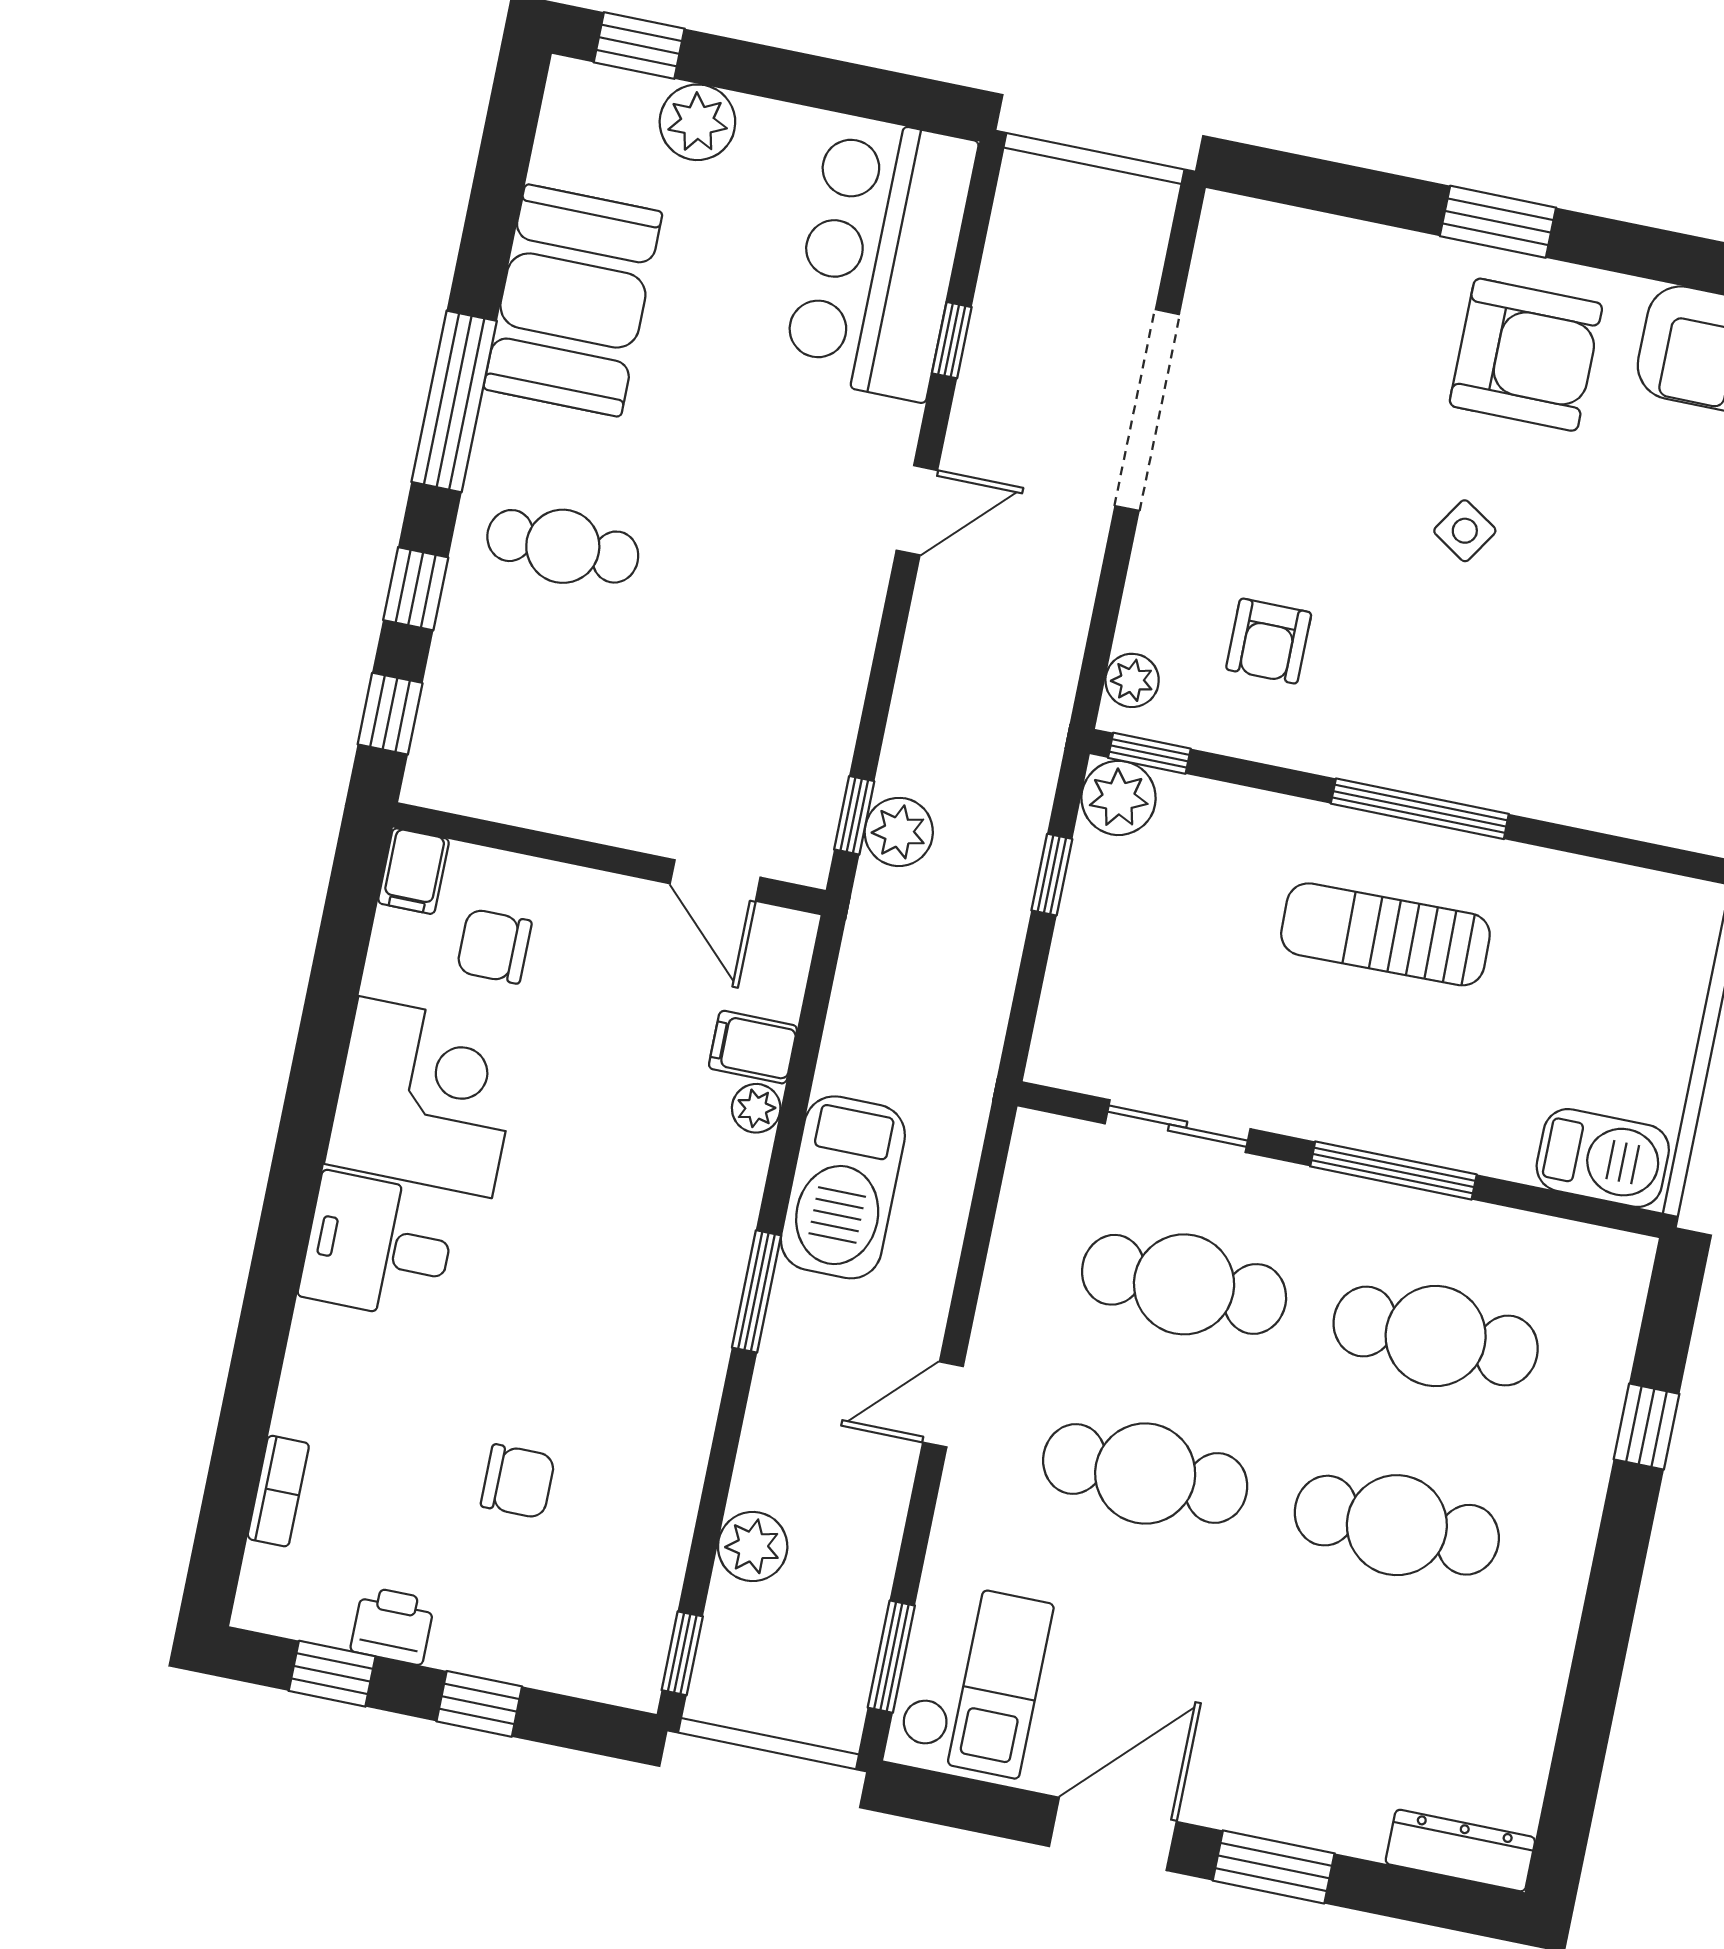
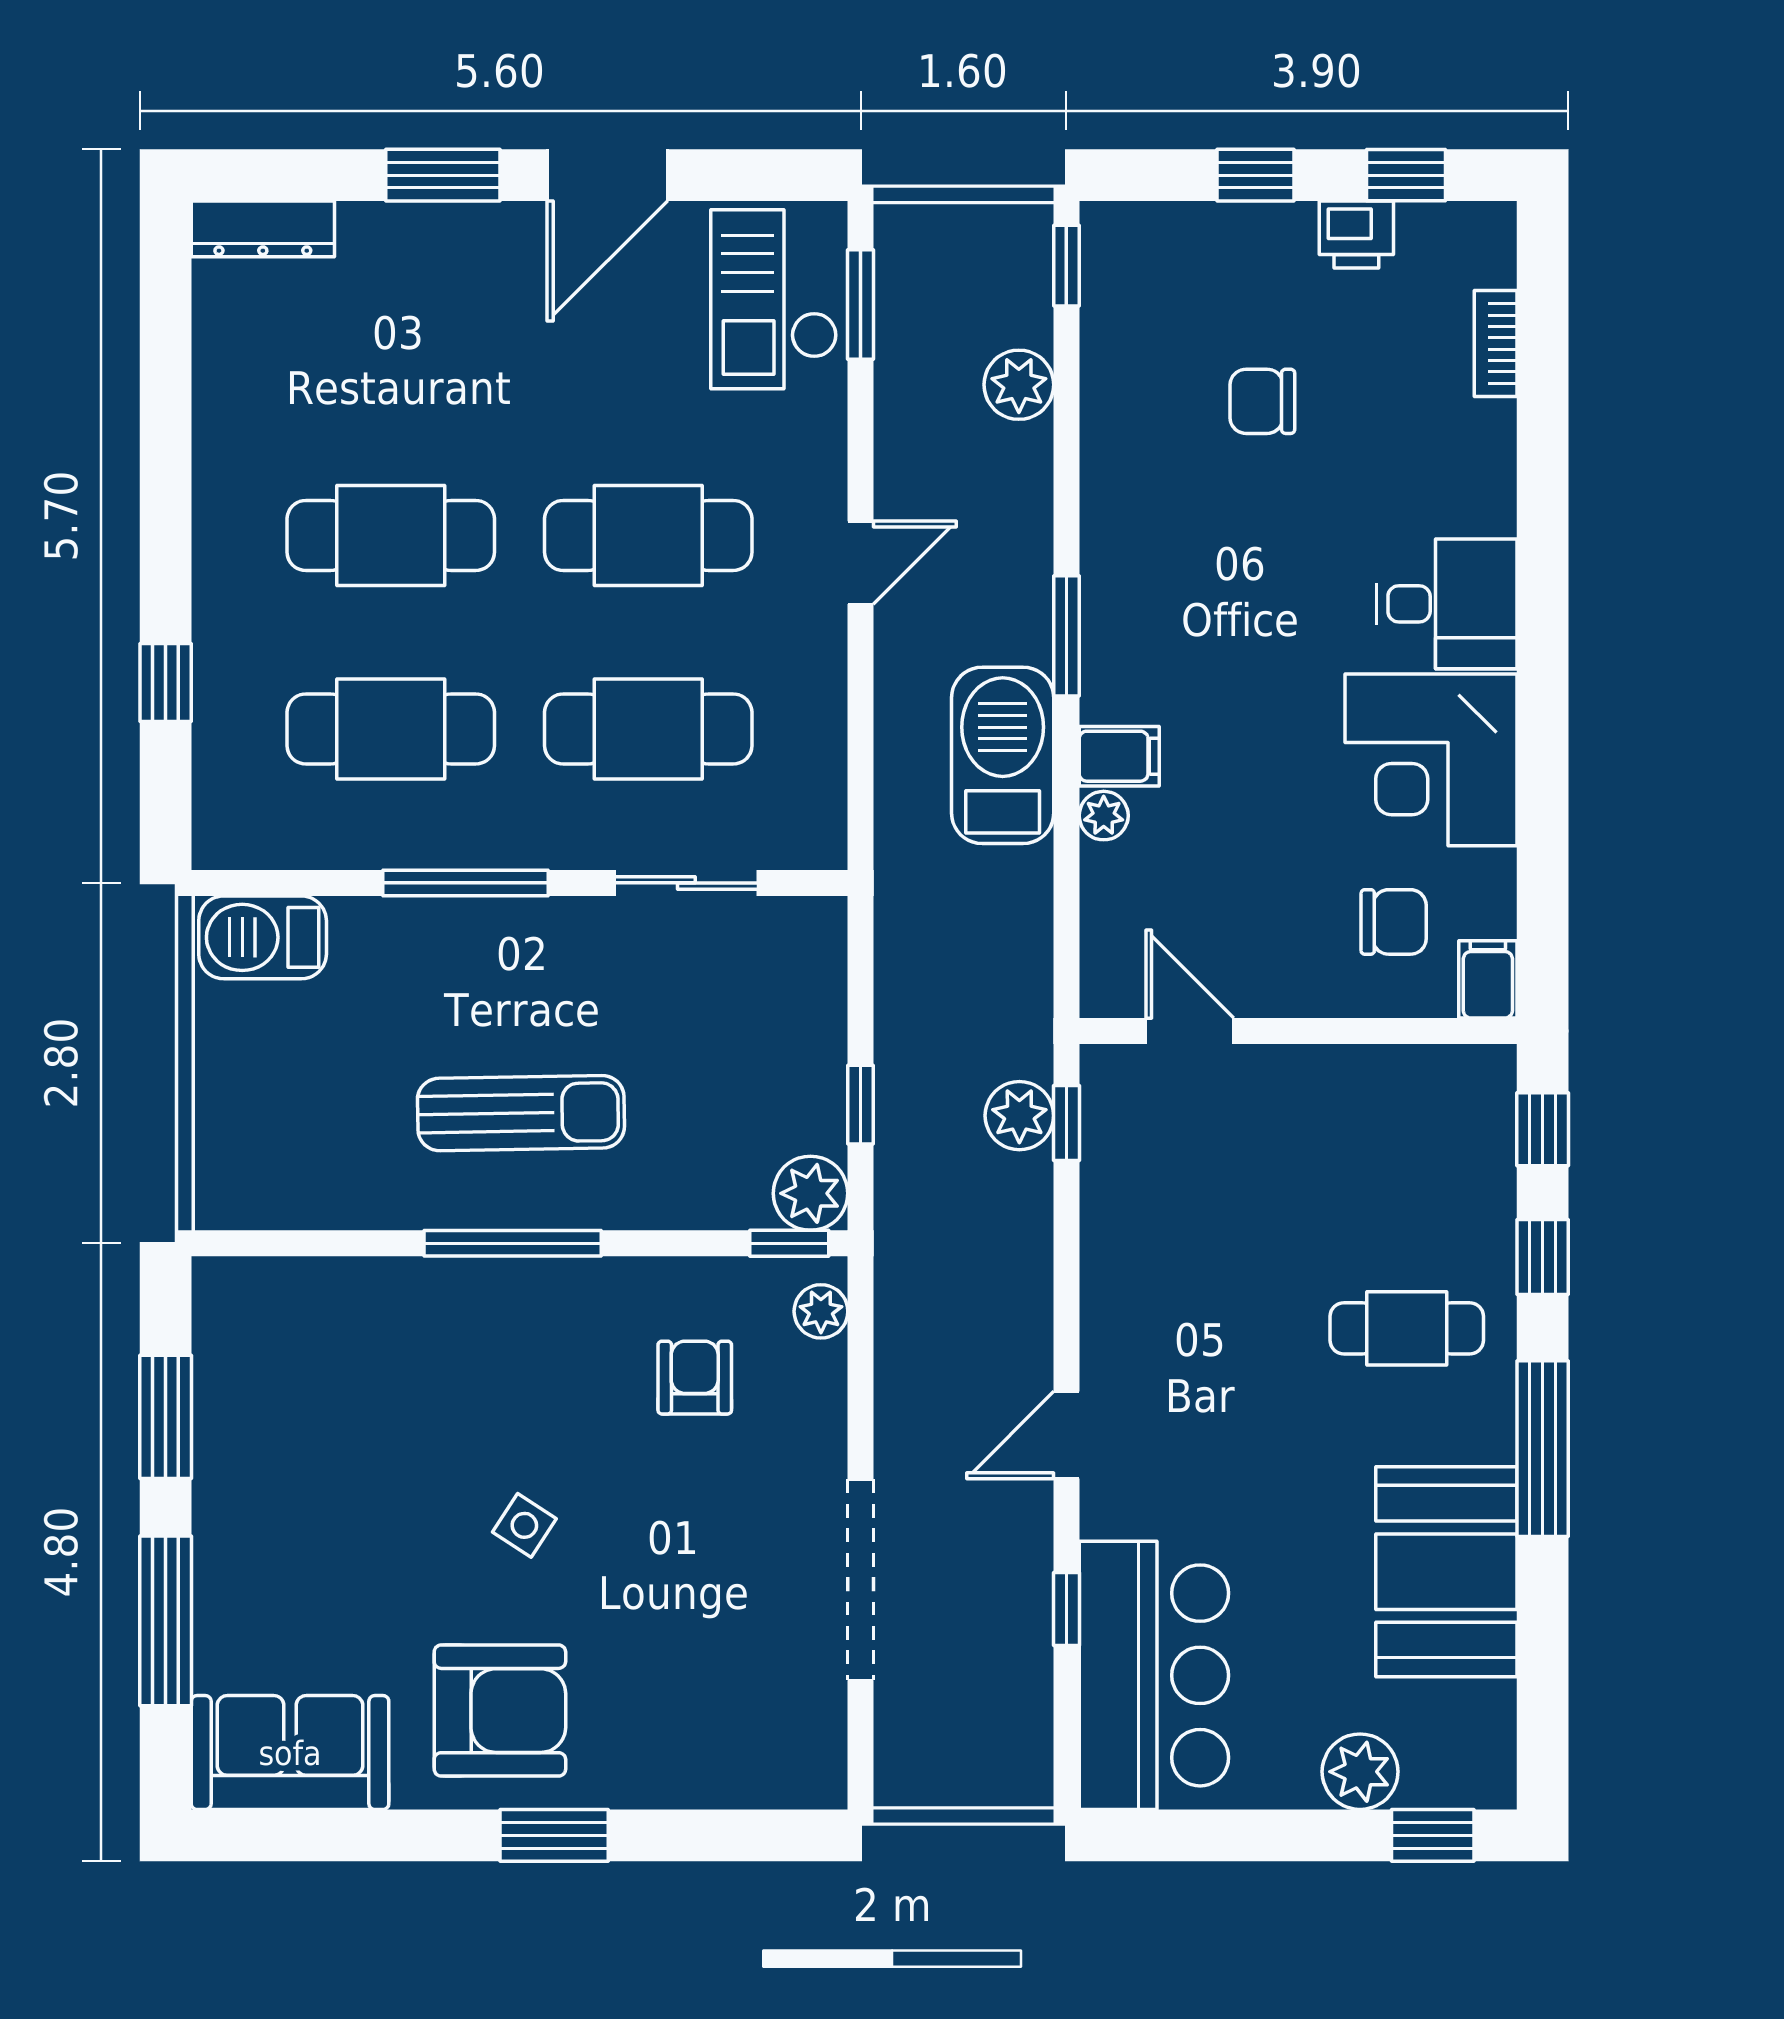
armchair: (1526, 355) -> (500, 1711), turned 180
filing cabinet: (753, 1047) -> (1119, 756), moved

